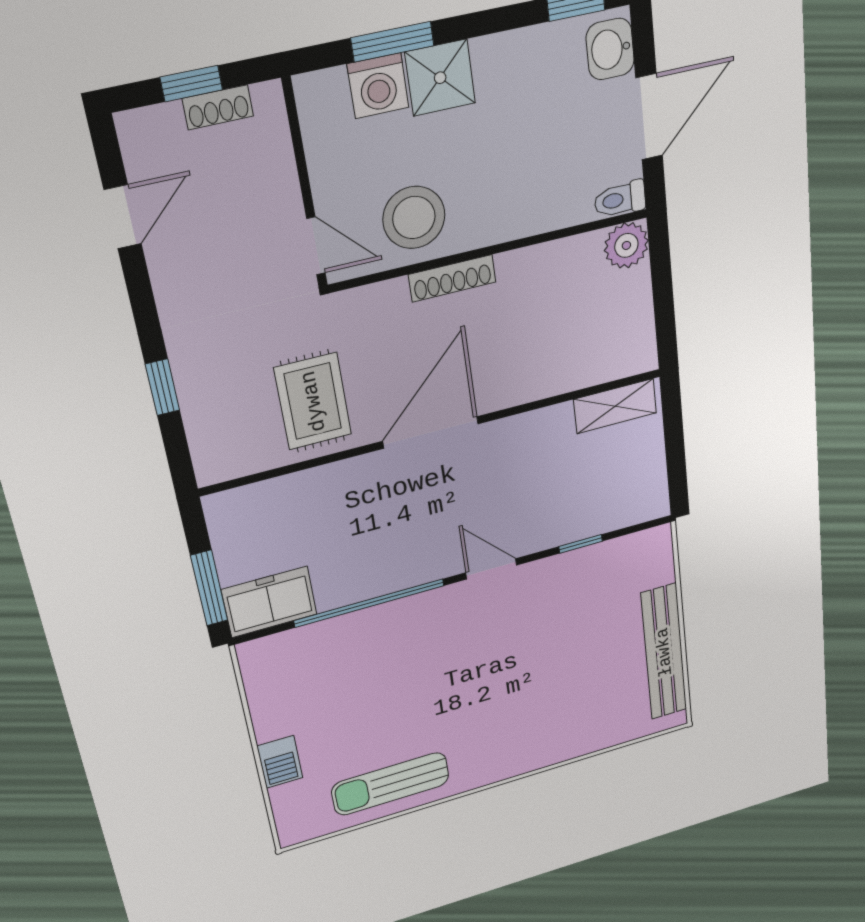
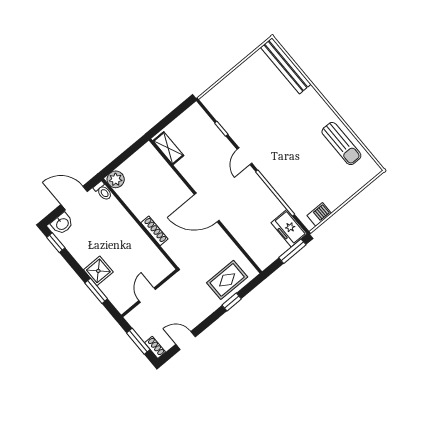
window: (191, 83) -> (138, 341), width x1.50
washing machine: (378, 86) -> (110, 288), removed
shoe rack: (218, 107) -> (155, 347), moved
stool: (414, 218) -> (142, 254), removed
door: (316, 246) -> (147, 295), moved
rug: (313, 401) -> (227, 280), moved
bench: (664, 652) -> (286, 66), moved, turned 90
barbecue: (280, 762) -> (319, 214), moved

